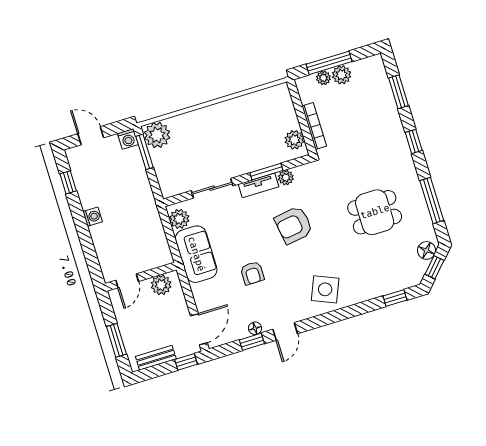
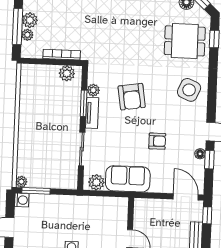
plant: (157, 135) -> (21, 182), width x0.53, depth x0.53
dining table: (375, 212) -> (185, 41), moved, turned 90
plant: (161, 285) -> (142, 214), removed

